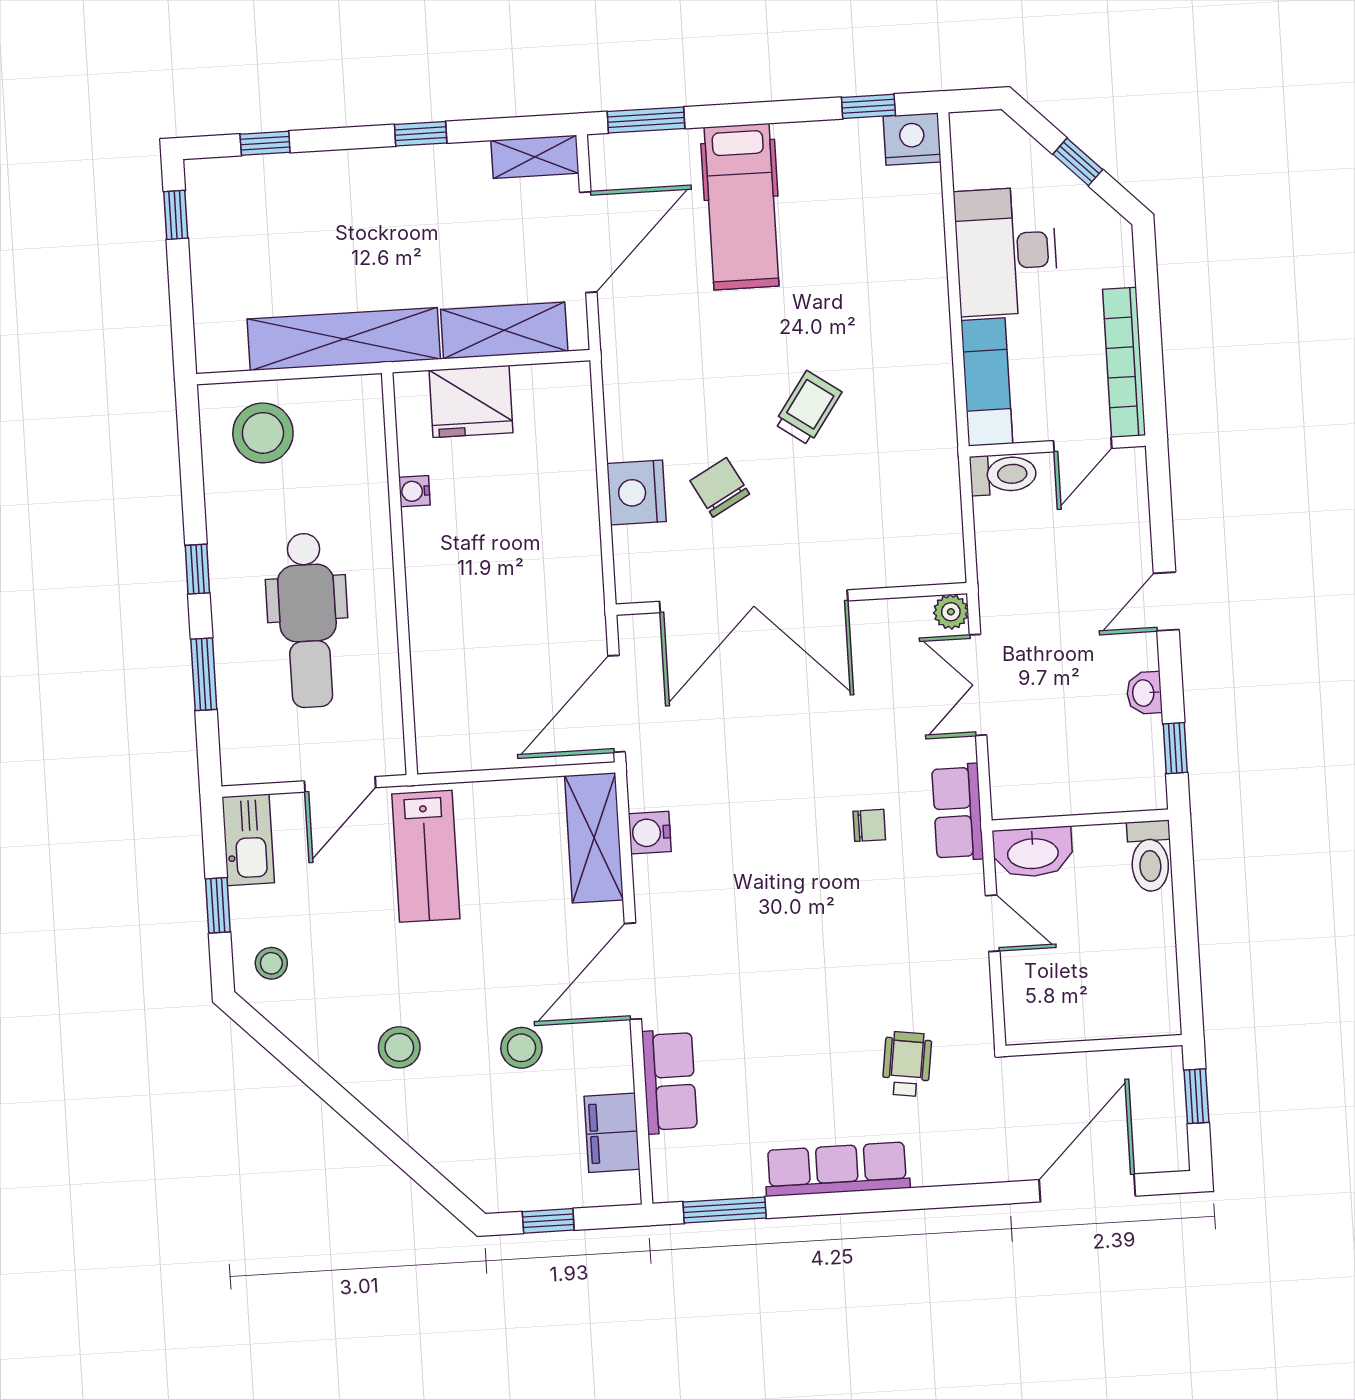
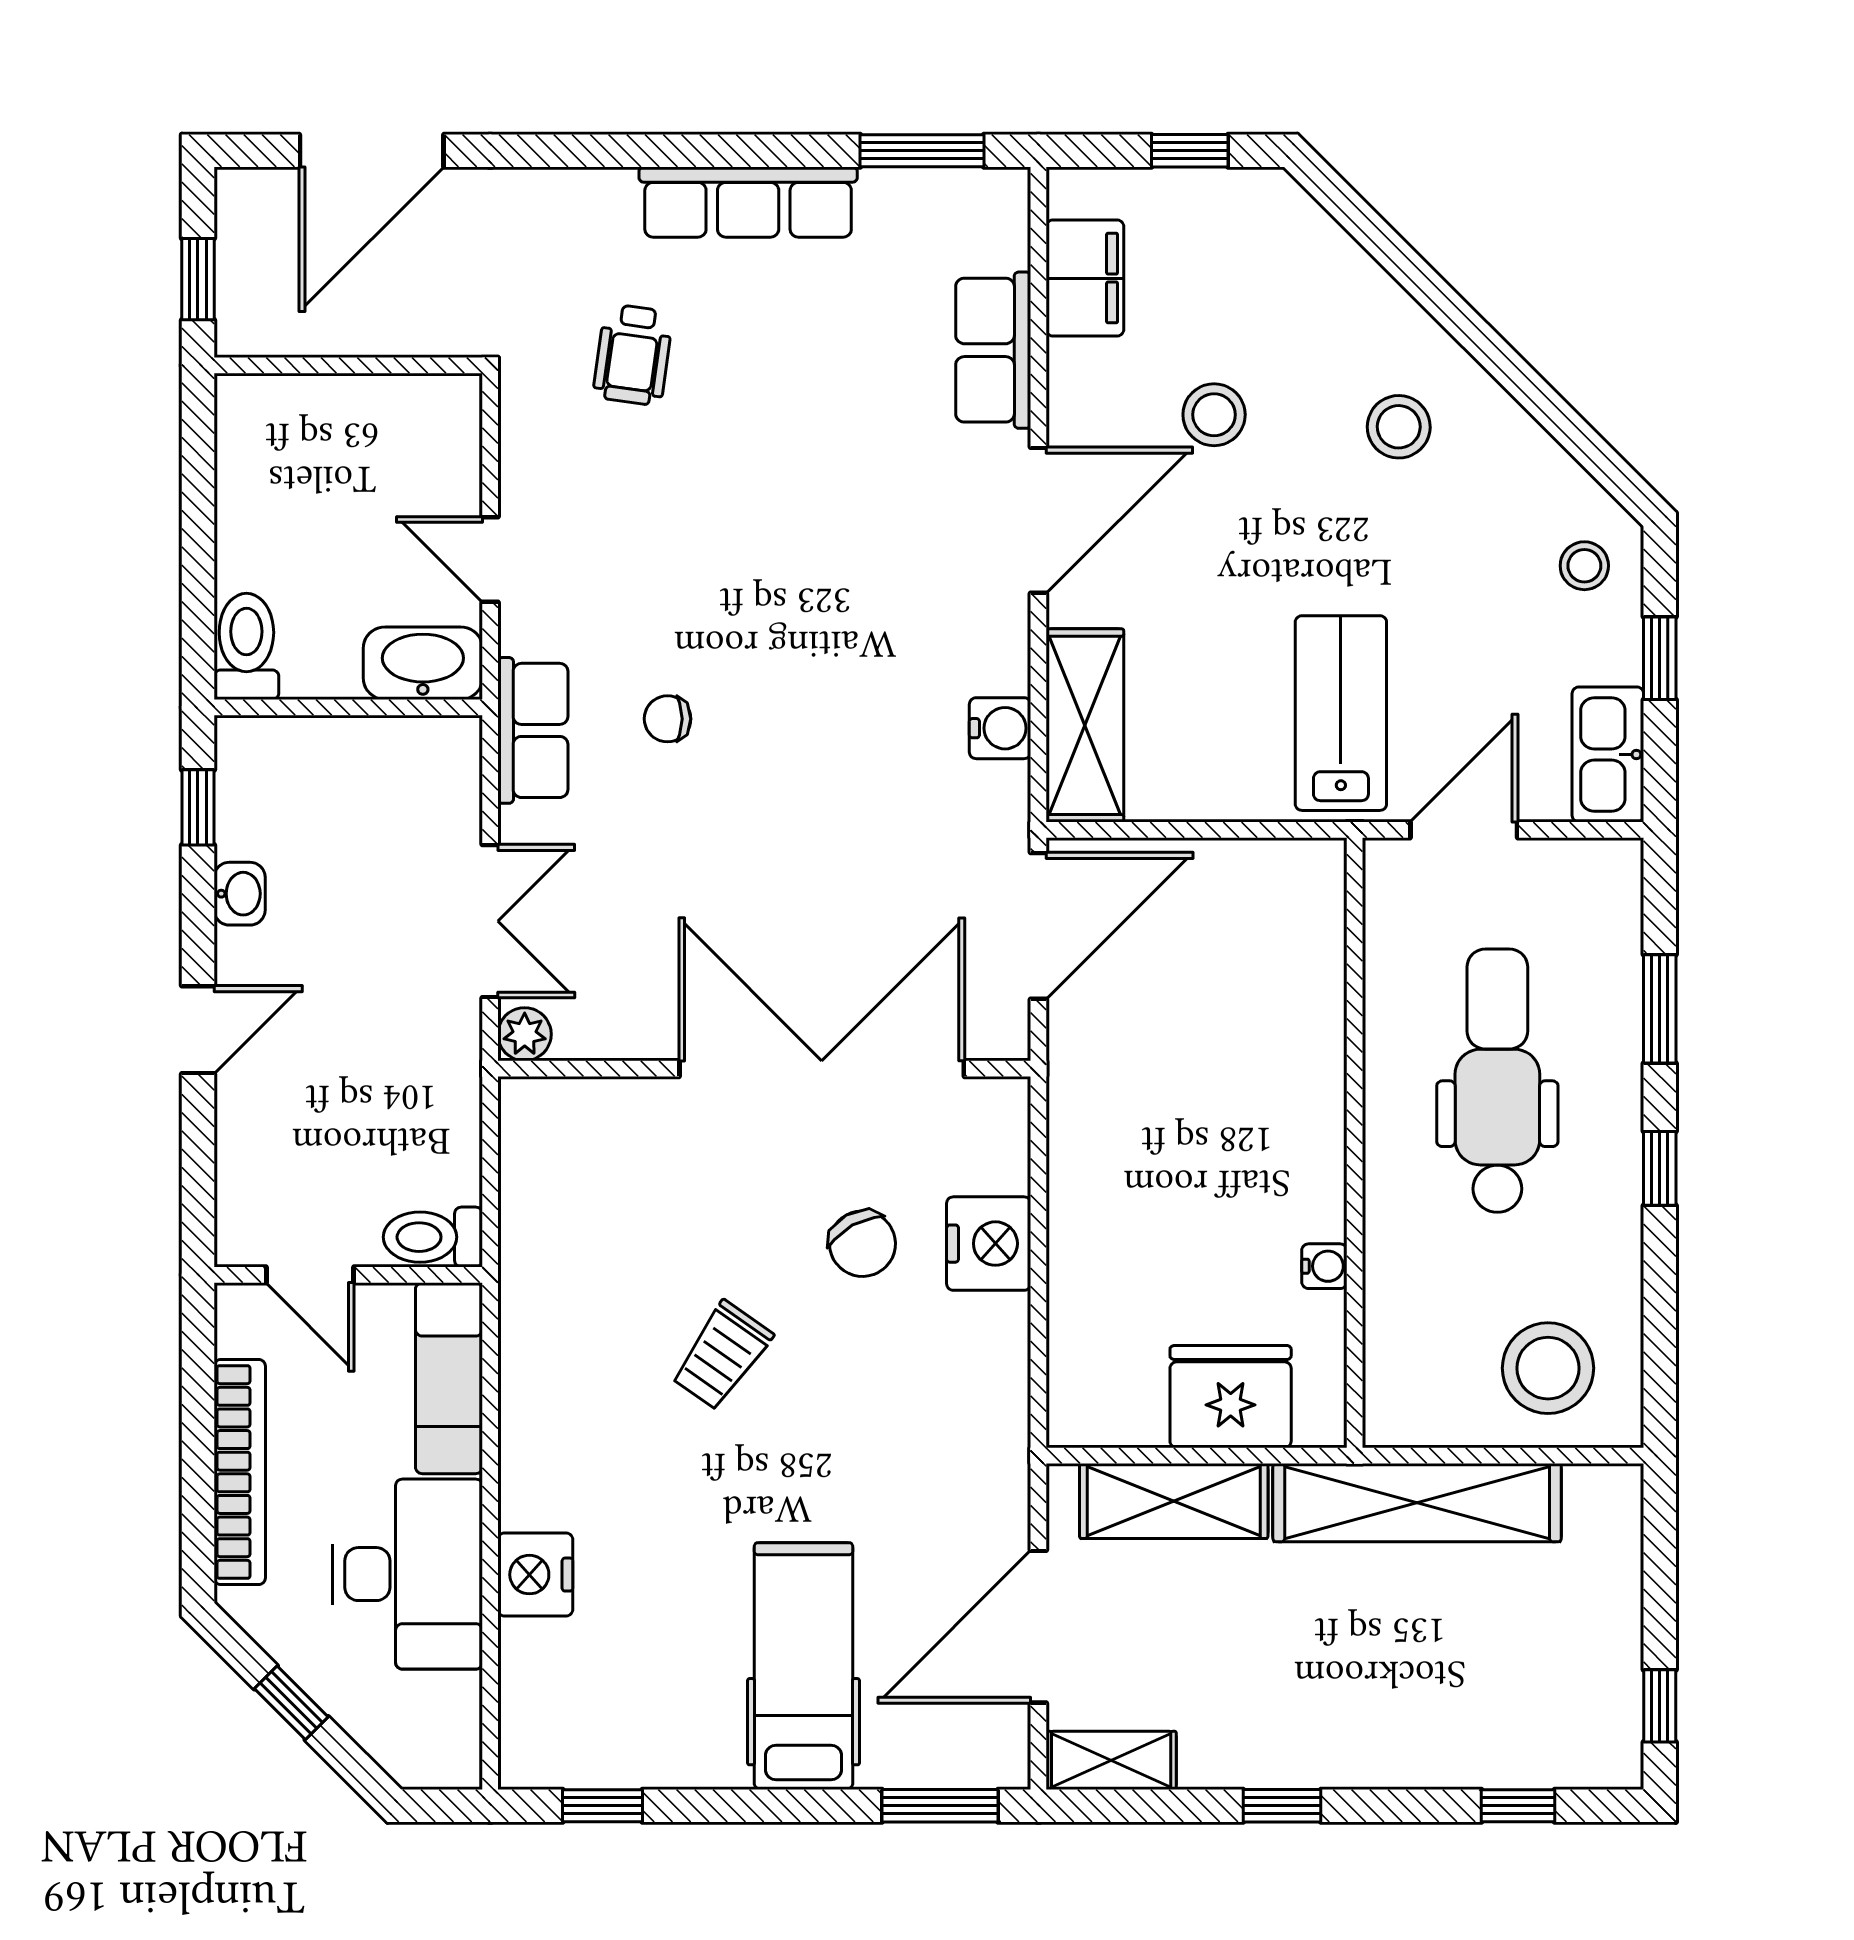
nightstand: (912, 139) -> (535, 1575), moved, turned 90
bookcase: (1124, 362) -> (240, 1472), moved
door: (1083, 444) -> (310, 1275), swing flipped

